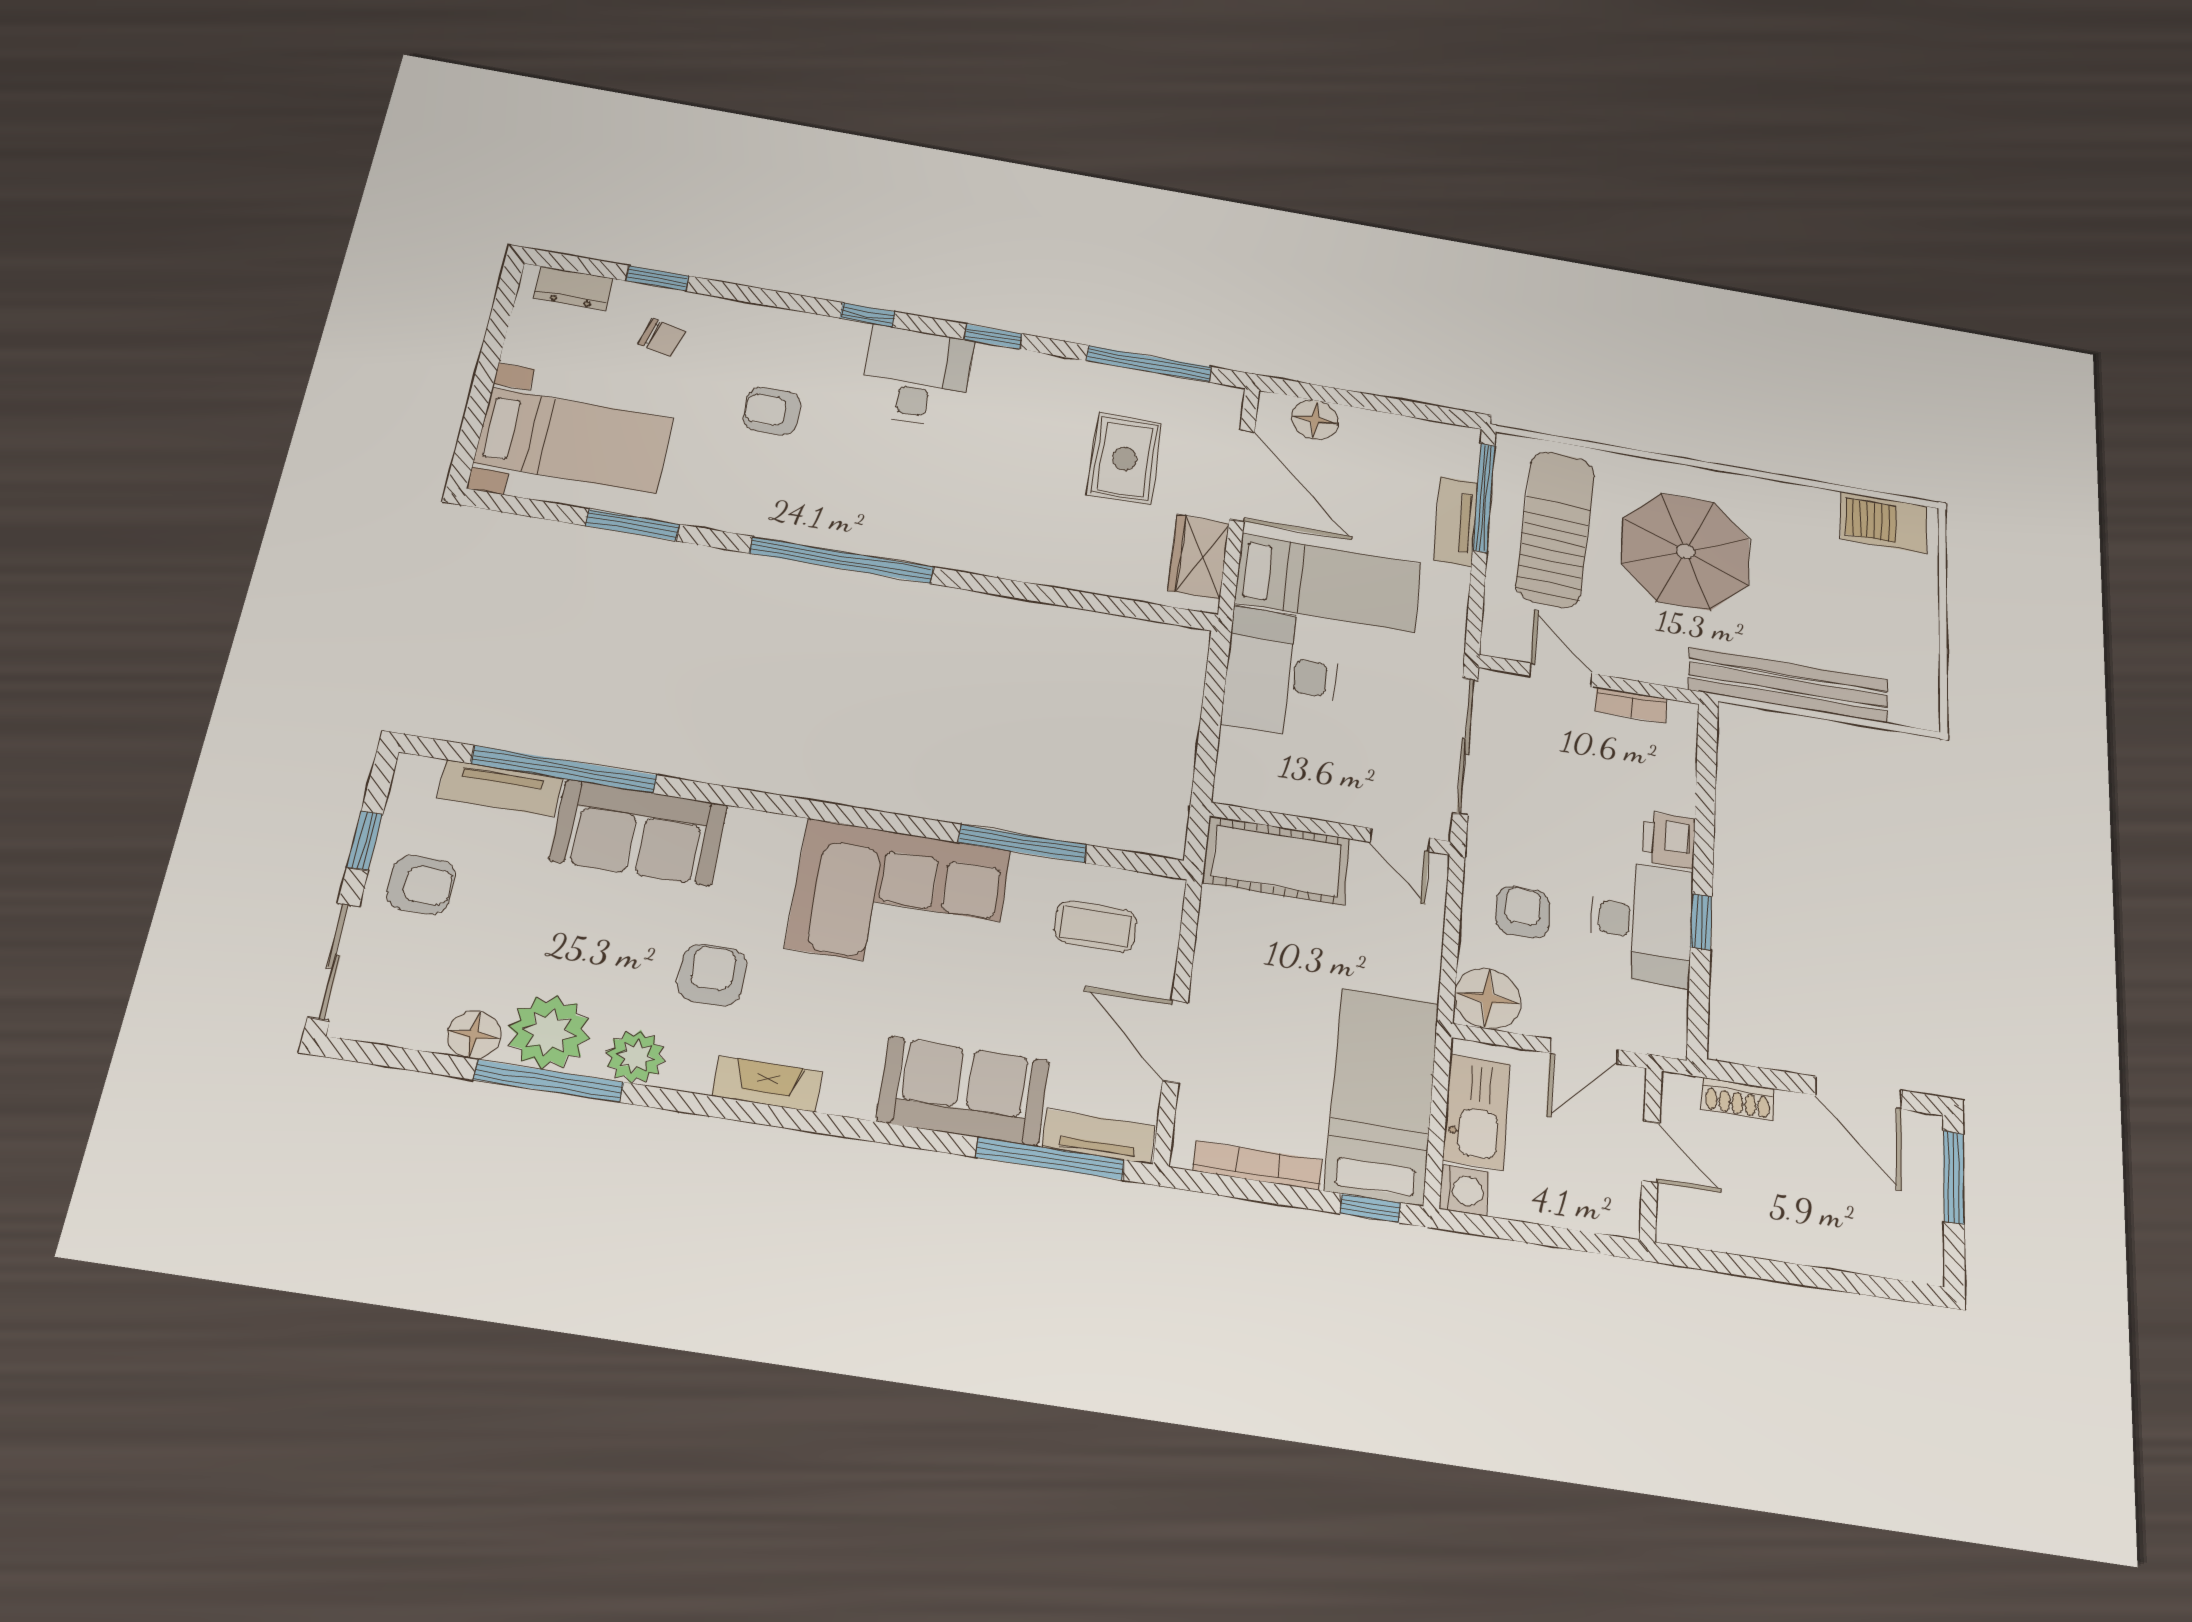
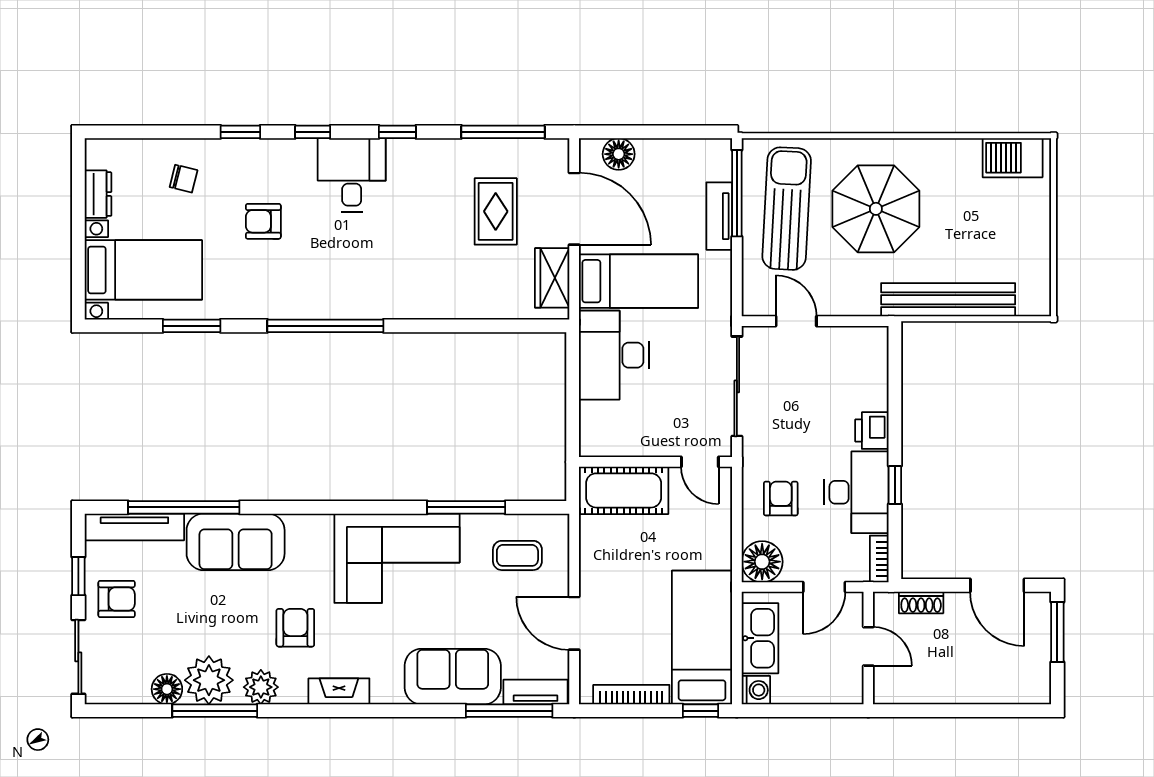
window: (657, 278) -> (240, 132), moved
dresser: (573, 288) -> (98, 194), moved, turned -90
bookcase: (1631, 705) -> (879, 559), moved, turned 90
tv unit: (500, 788) -> (134, 527), width x1.41

